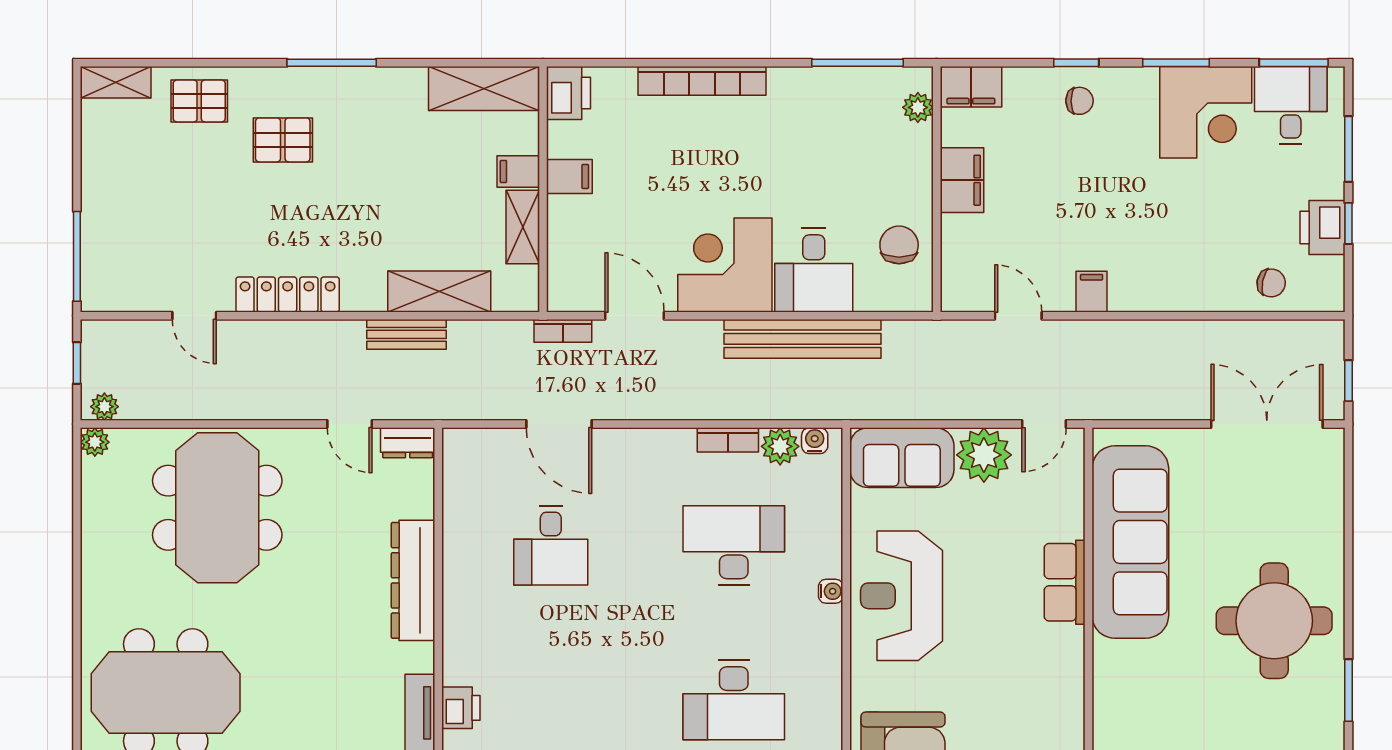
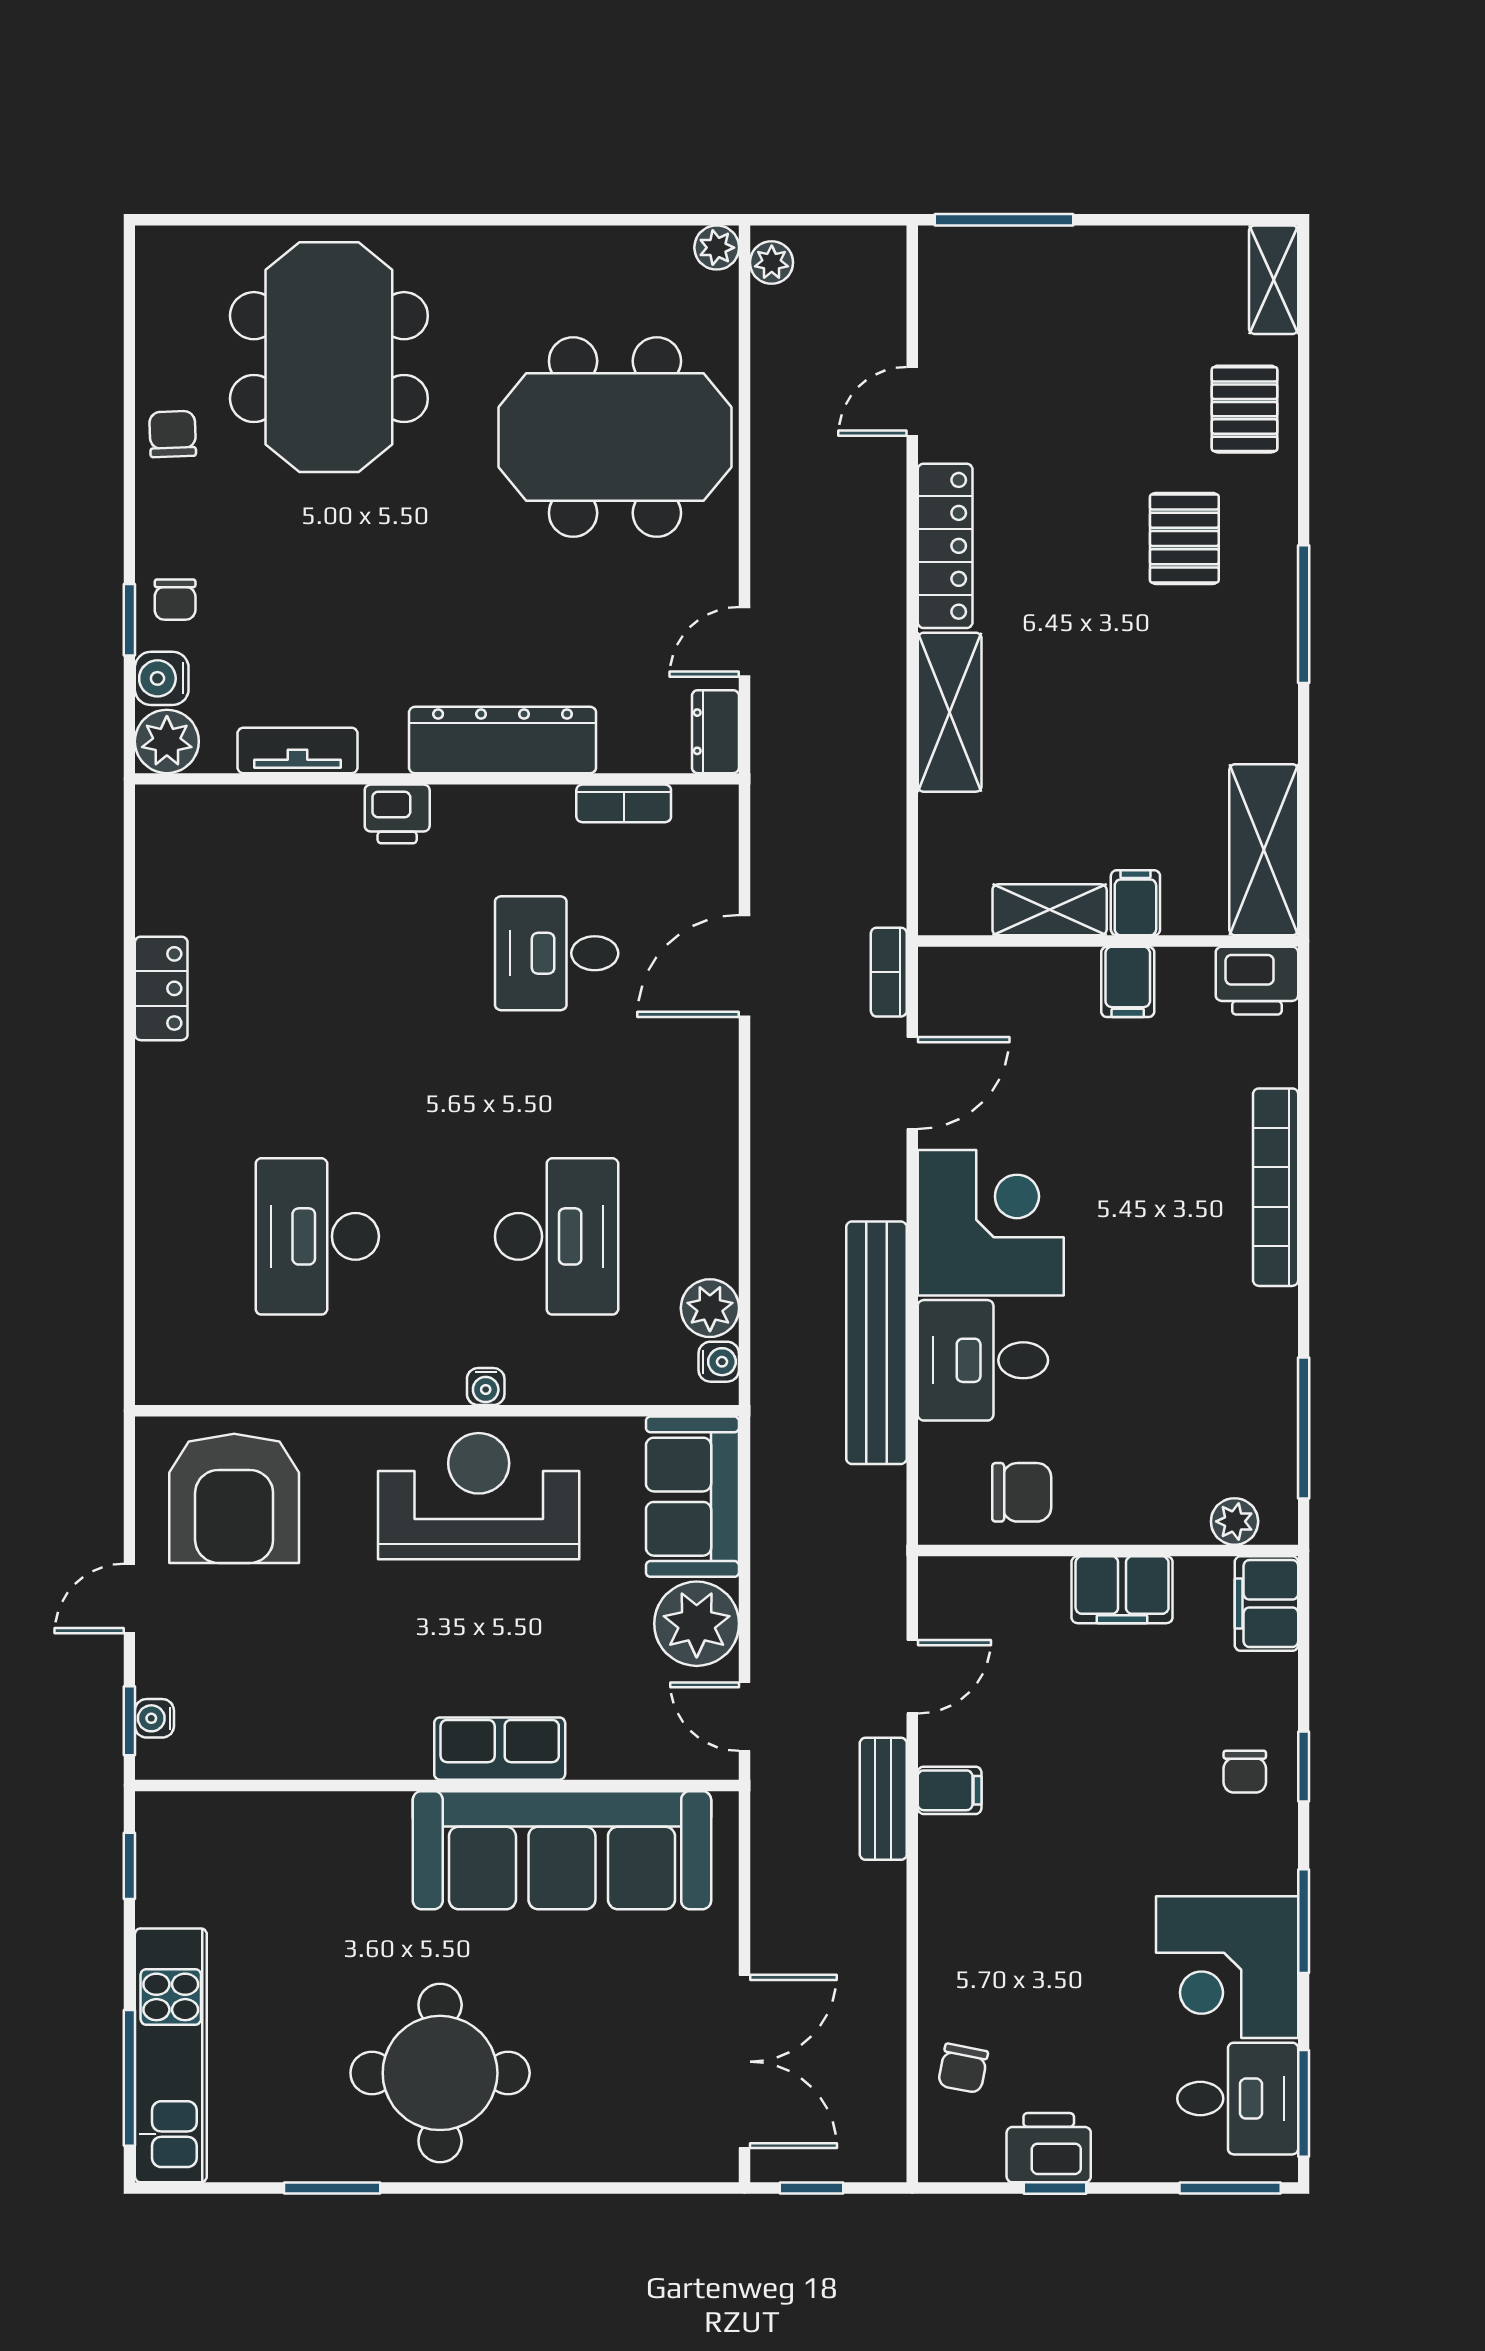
window: (1349, 149) -> (1230, 2188), moved
shelving: (439, 292) -> (950, 712), moved
bench: (406, 334) -> (883, 1799), moved
window: (77, 363) -> (839, 220), removed
bookcase: (728, 440) -> (624, 803), moved, turned -90
printer: (461, 708) -> (397, 814), moved

